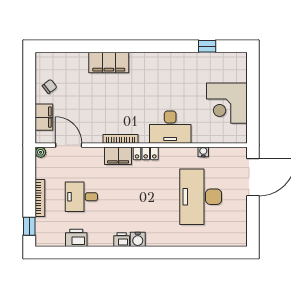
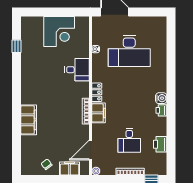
desk: (170, 127) -> (77, 70), width x0.73

